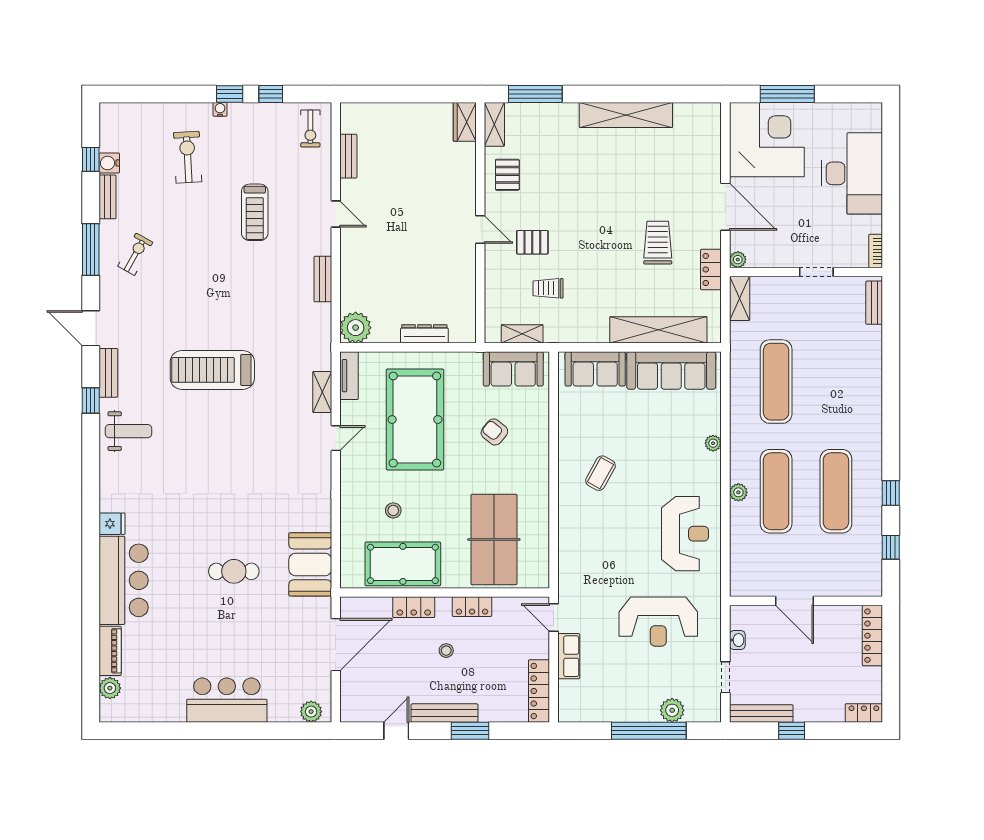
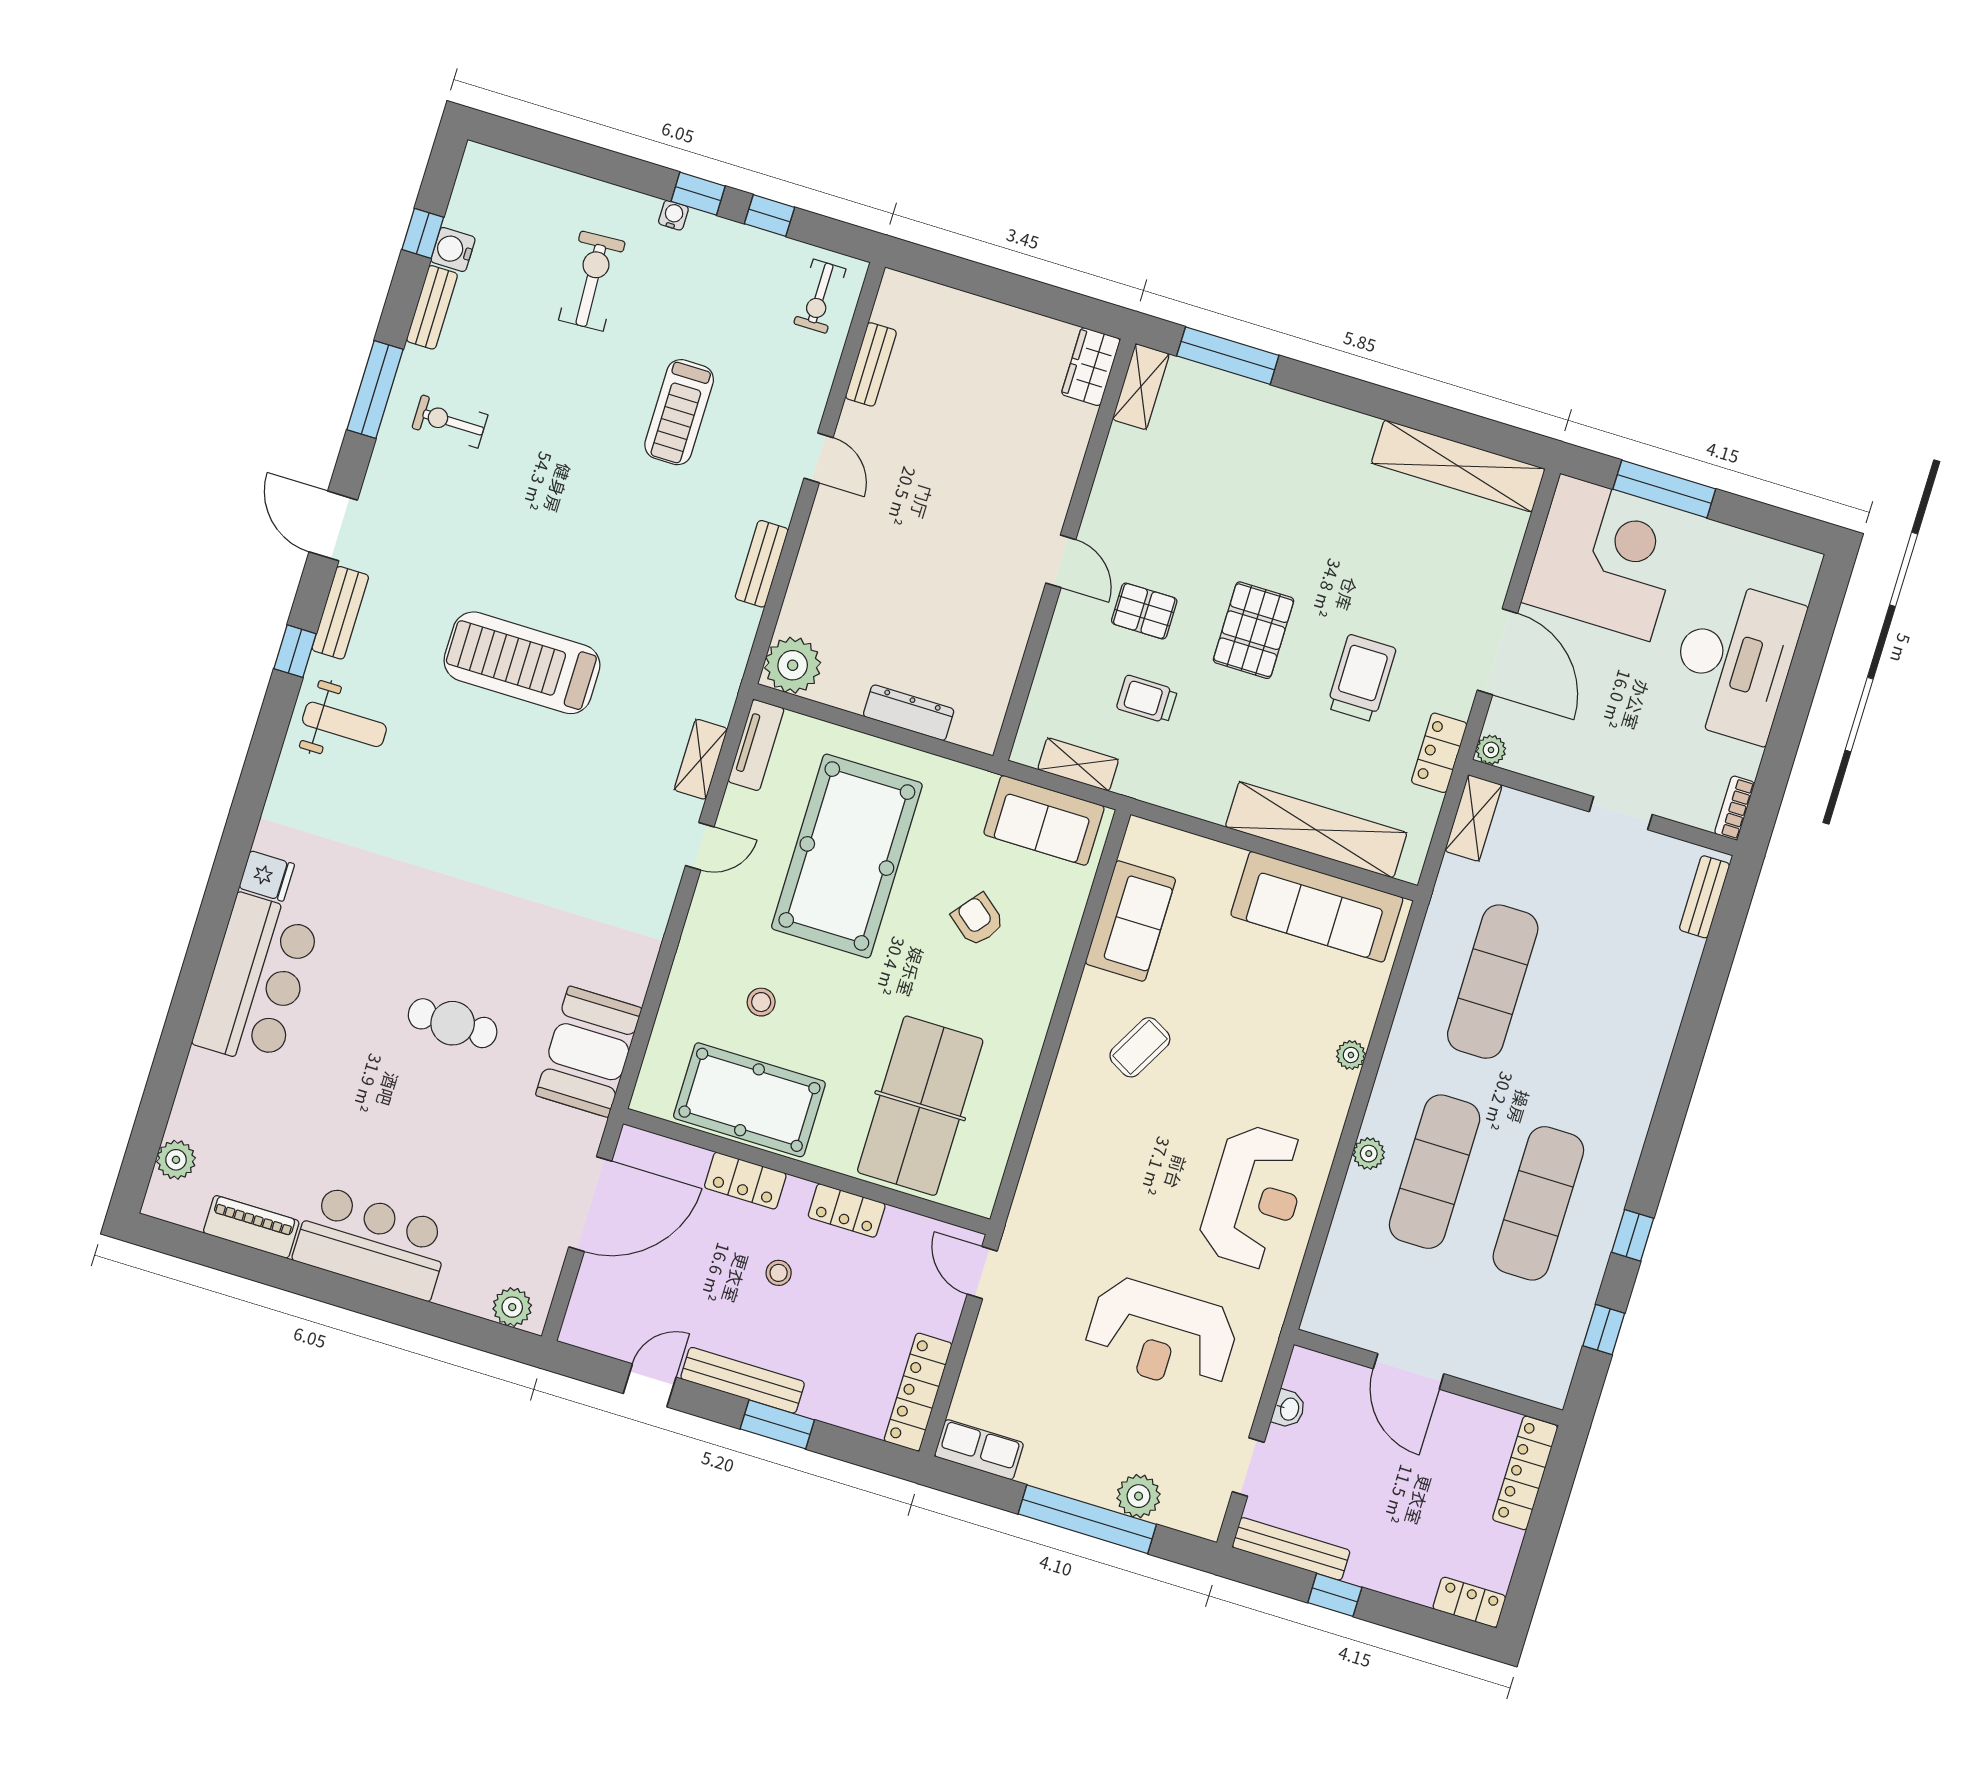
shelving: (626, 115) -> (1458, 466), moved
pallet: (507, 175) -> (1254, 630), moved, width x1.50, depth x1.42
exercise bike: (135, 254) -> (450, 421), turned -119
sofa: (595, 369) -> (1130, 921), moved, turned -90
piano: (110, 651) -> (251, 1227), moved, turned -90
row of seats: (569, 656) -> (979, 1450), moved, turned -90

